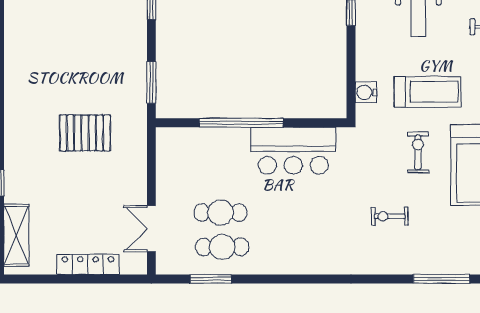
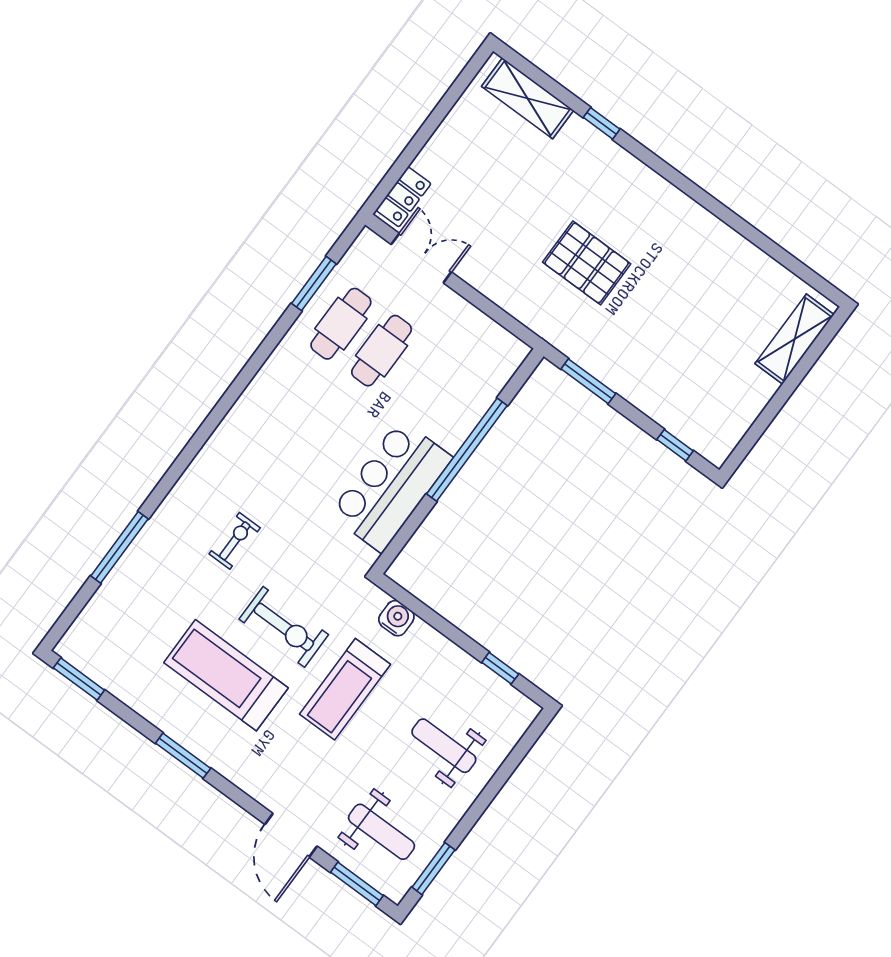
pallet: (85, 133) -> (587, 263), turned 90
exercise bike: (418, 152) -> (284, 627), width x1.38, depth x1.39
locker: (88, 264) -> (403, 197), moved, width x0.66

